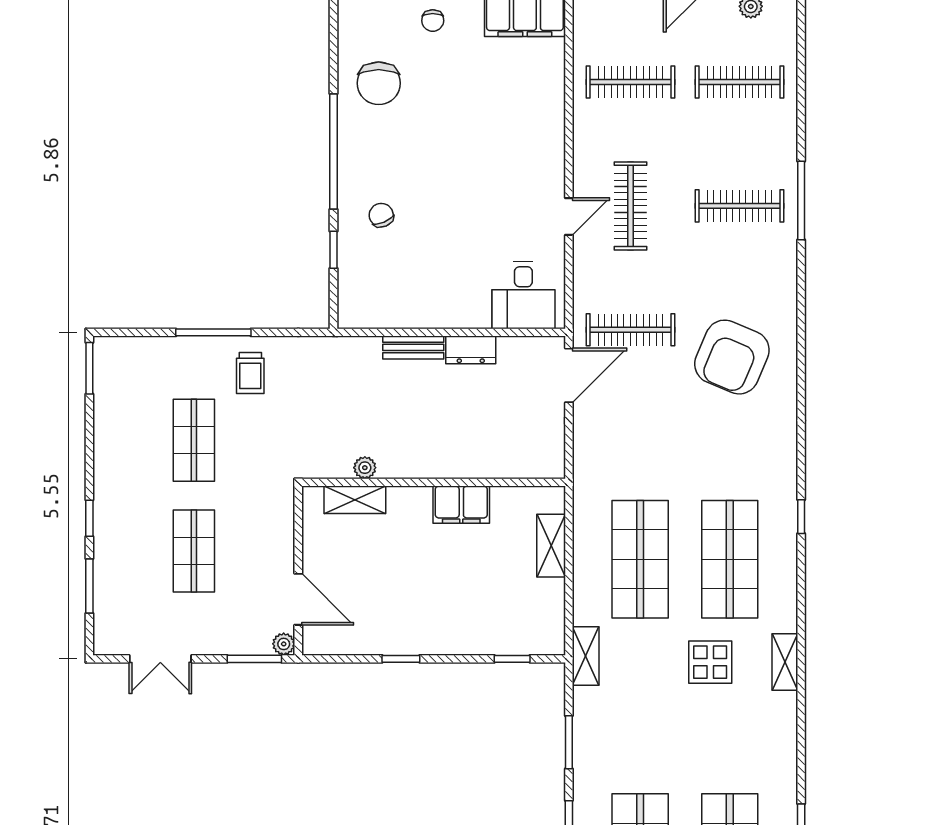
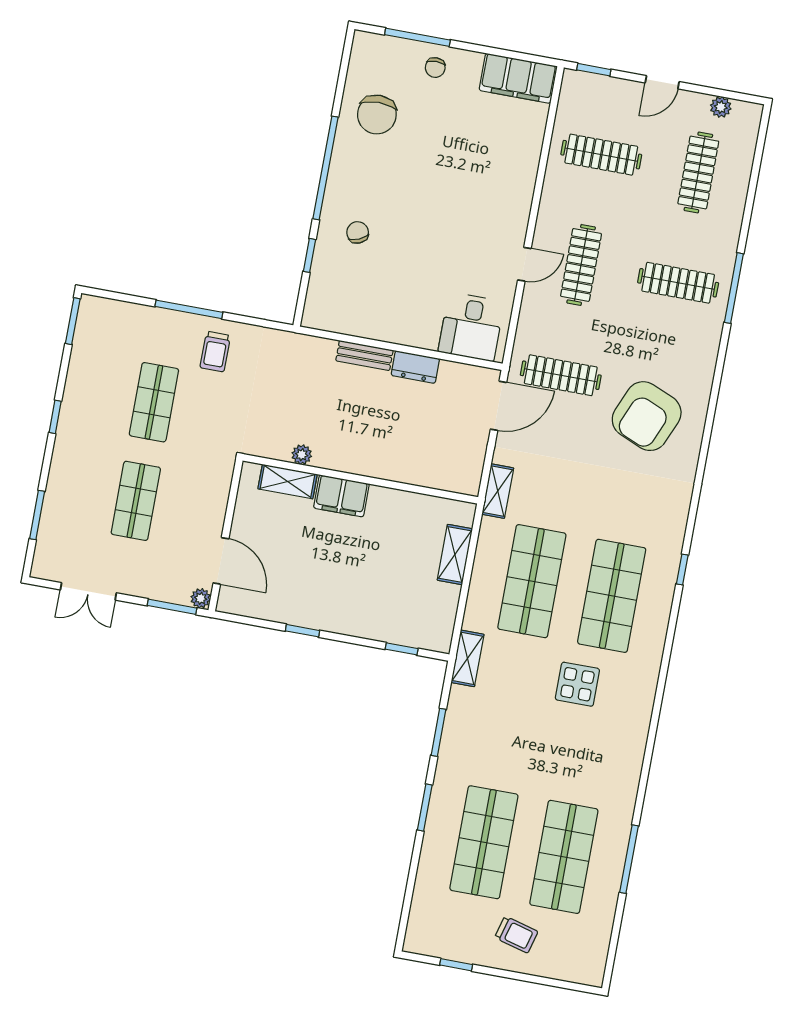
clothes rail: (739, 82) -> (698, 172), turned 90
filing cabinet: (461, 505) -> (341, 496), moved
window: (89, 518) -> (55, 417), moved
shelving: (785, 662) -> (498, 491), moved

